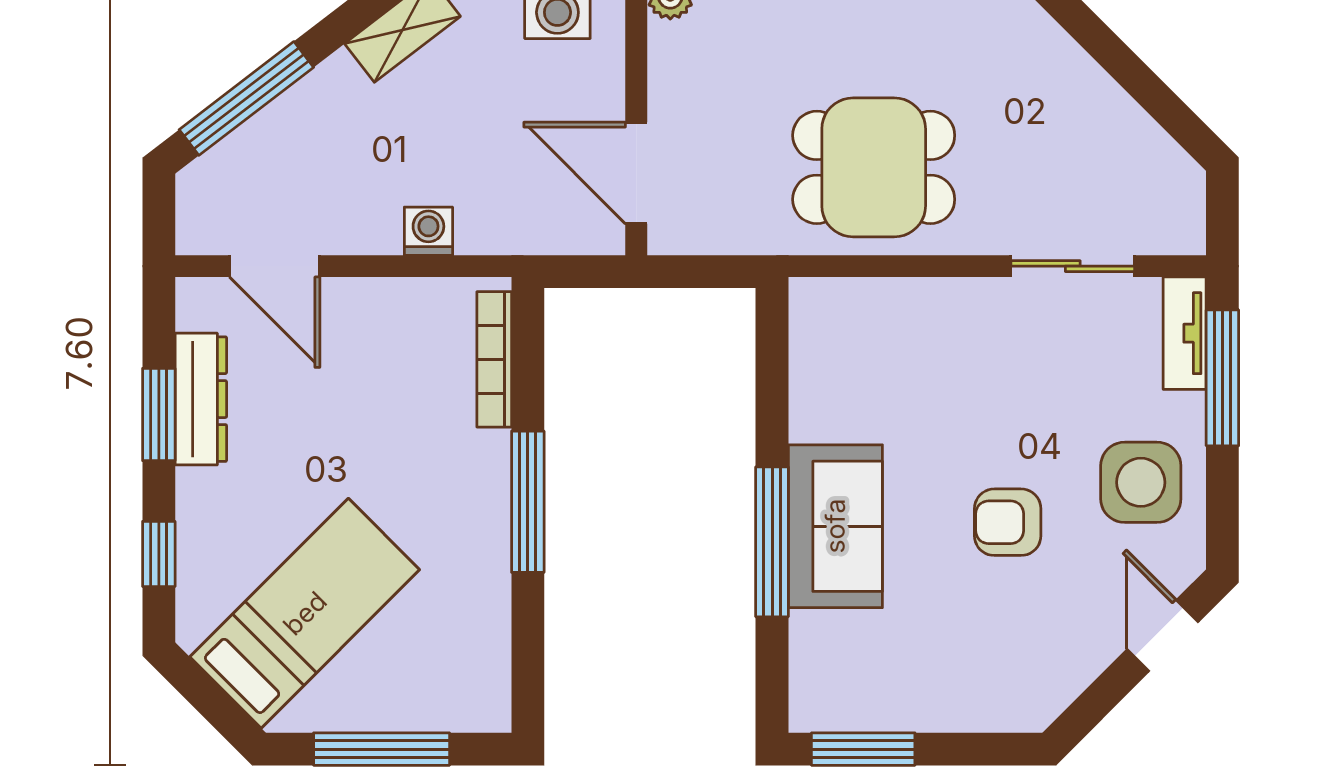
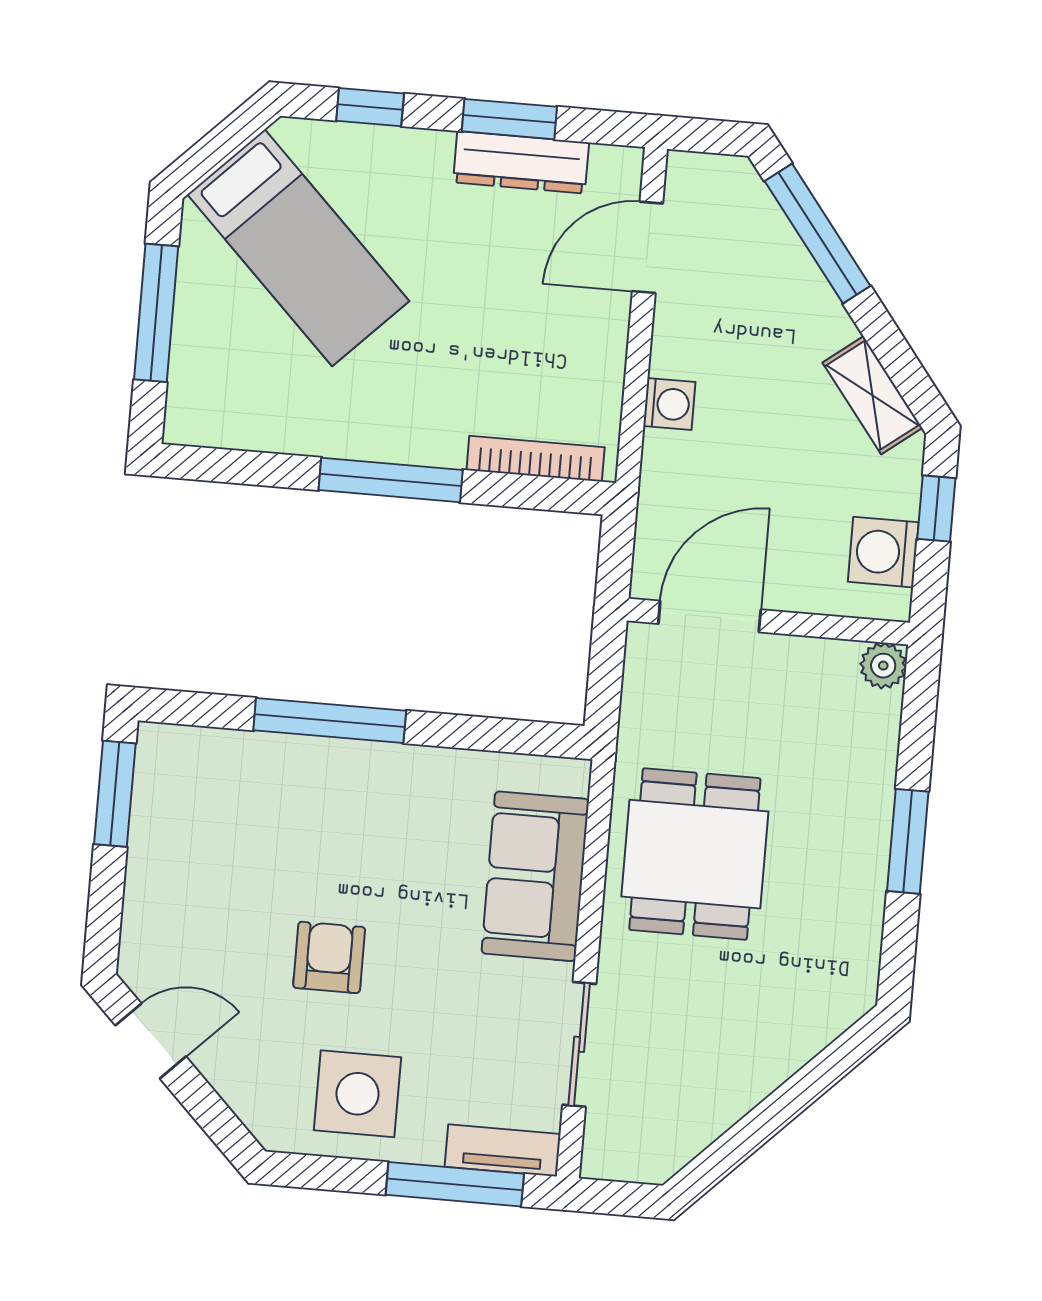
sofa: (835, 526) -> (535, 876), moved, turned 90
door: (1163, 636) -> (151, 1041), moved

